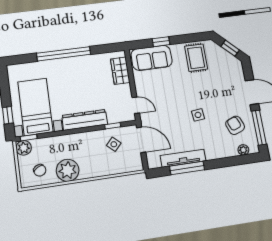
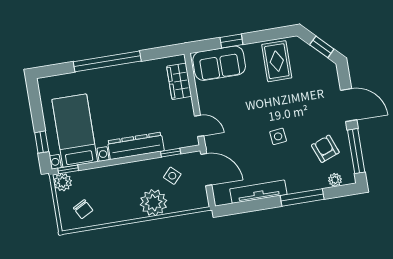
window: (187, 168) -> (302, 197), moved
plant: (68, 170) -> (154, 203), moved

